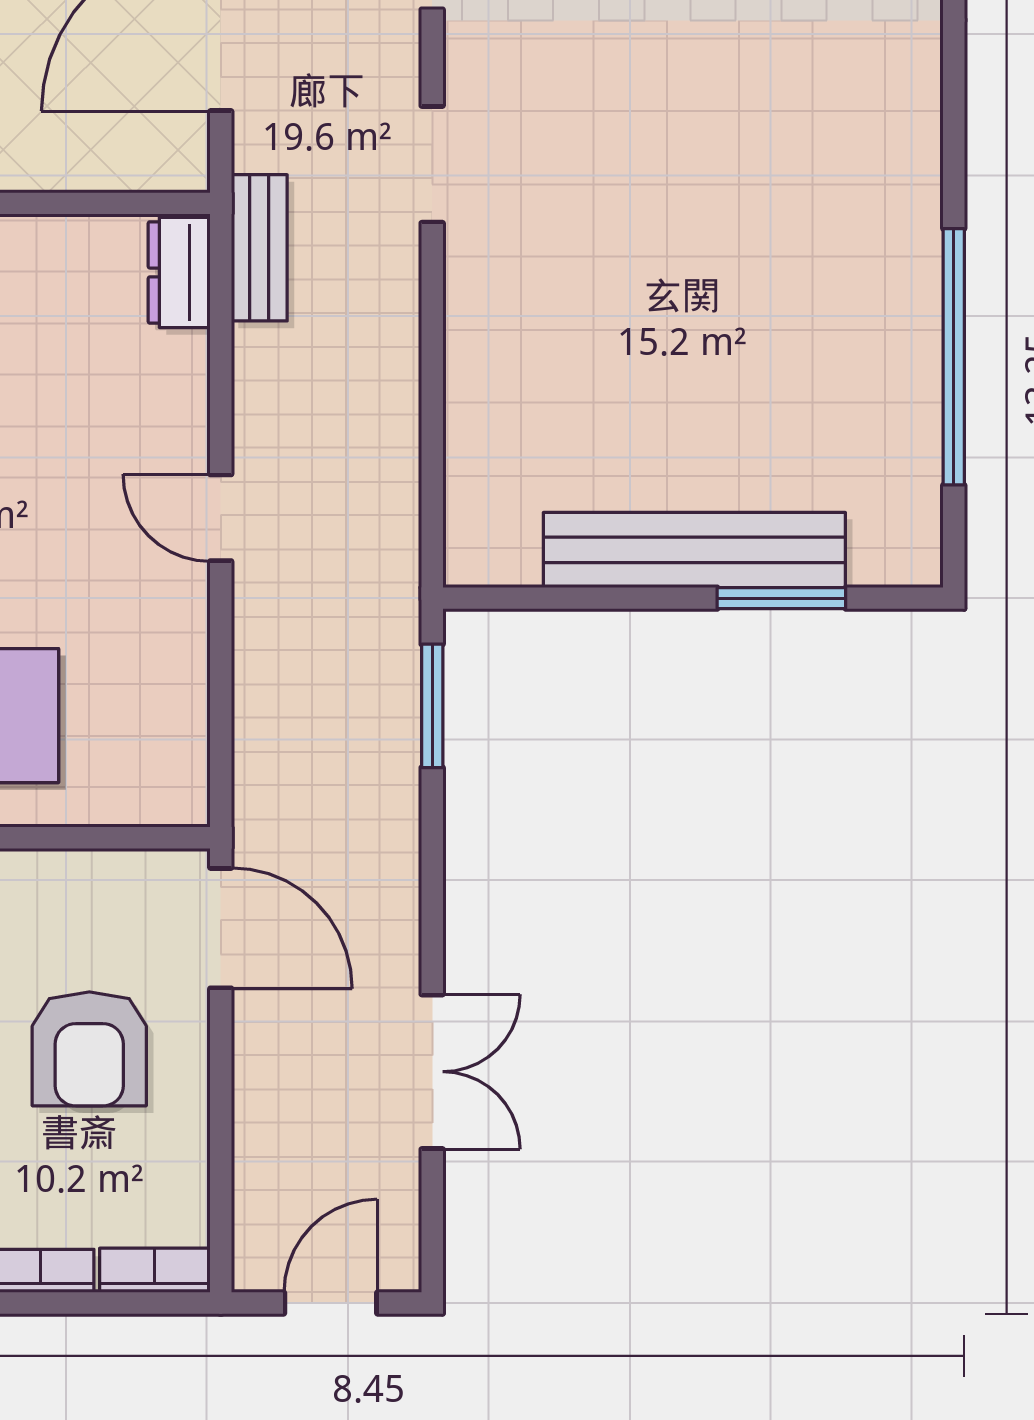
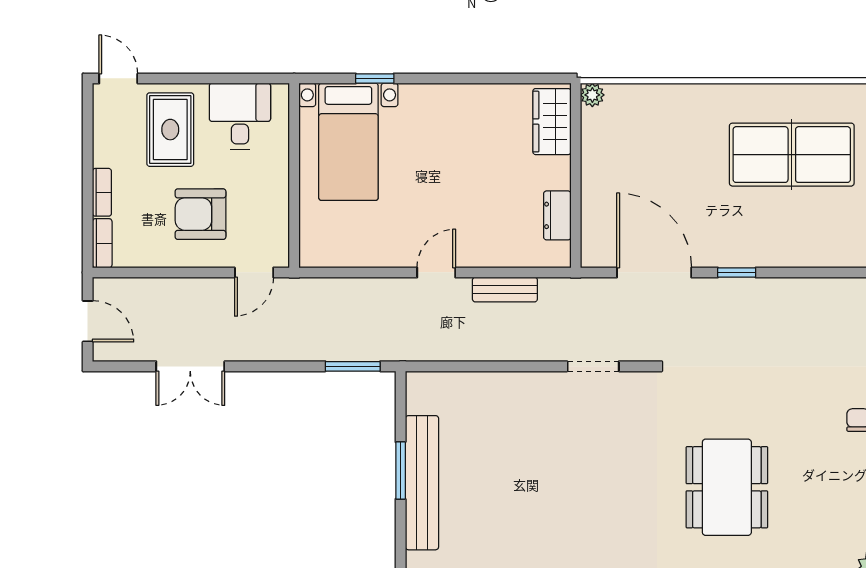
bench: (259, 248) -> (505, 290), moved
dresser: (179, 272) -> (557, 215), moved, turned -90
window: (781, 598) -> (401, 470), moved
door: (221, 928) -> (254, 272), width x0.73

